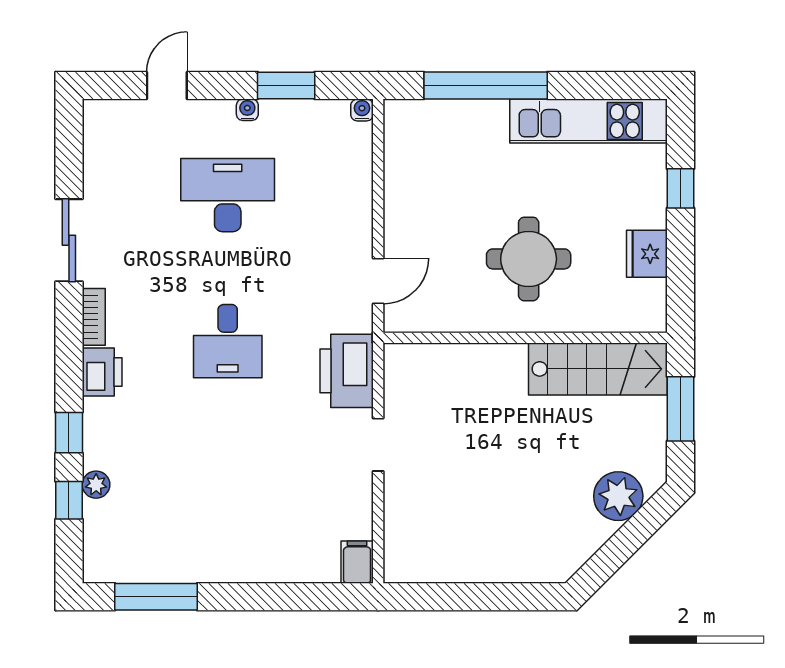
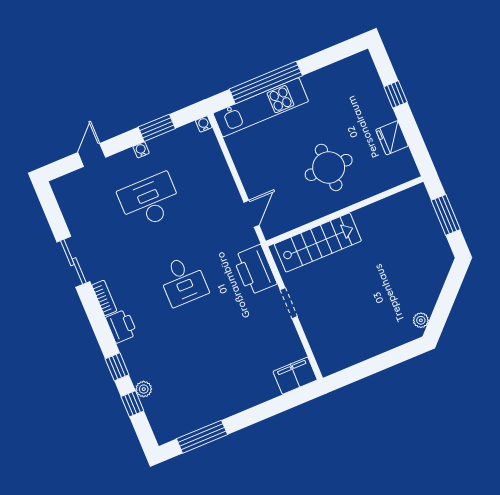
kitchen unit: (589, 121) -> (261, 107), moved
stairs: (598, 369) -> (318, 242), moved
plant: (618, 496) -> (421, 320), moved, width x0.53, depth x0.53
filing cabinet: (357, 562) -> (295, 376), width x2.00

